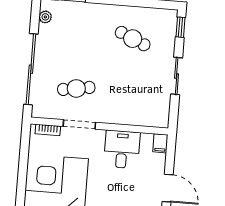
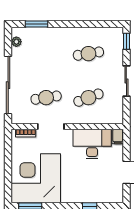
cafe table: (133, 39) -> (88, 54), turned -33
cafe table: (128, 93) -> (88, 98), added
desk: (122, 149) -> (92, 144), width x1.37

